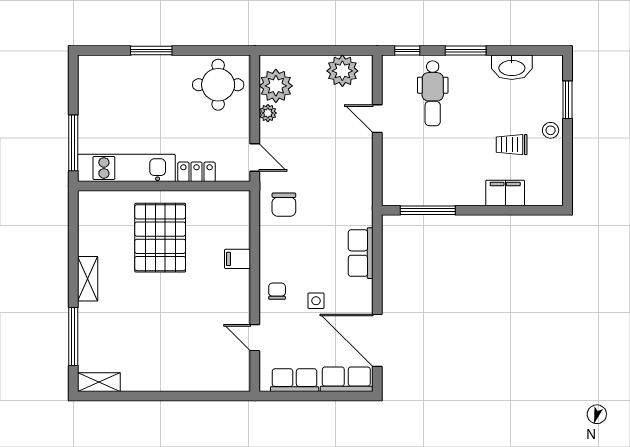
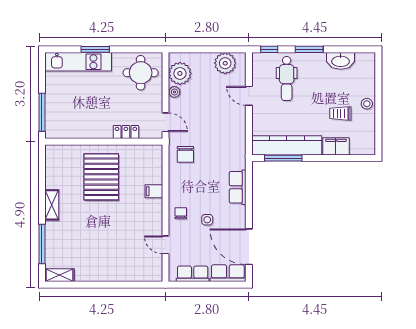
window: (567, 100) -> (378, 83), removed
kitchen unit: (126, 168) -> (78, 62), moved, turned 180
kitchen counter: (433, 191) -> (287, 145), added

